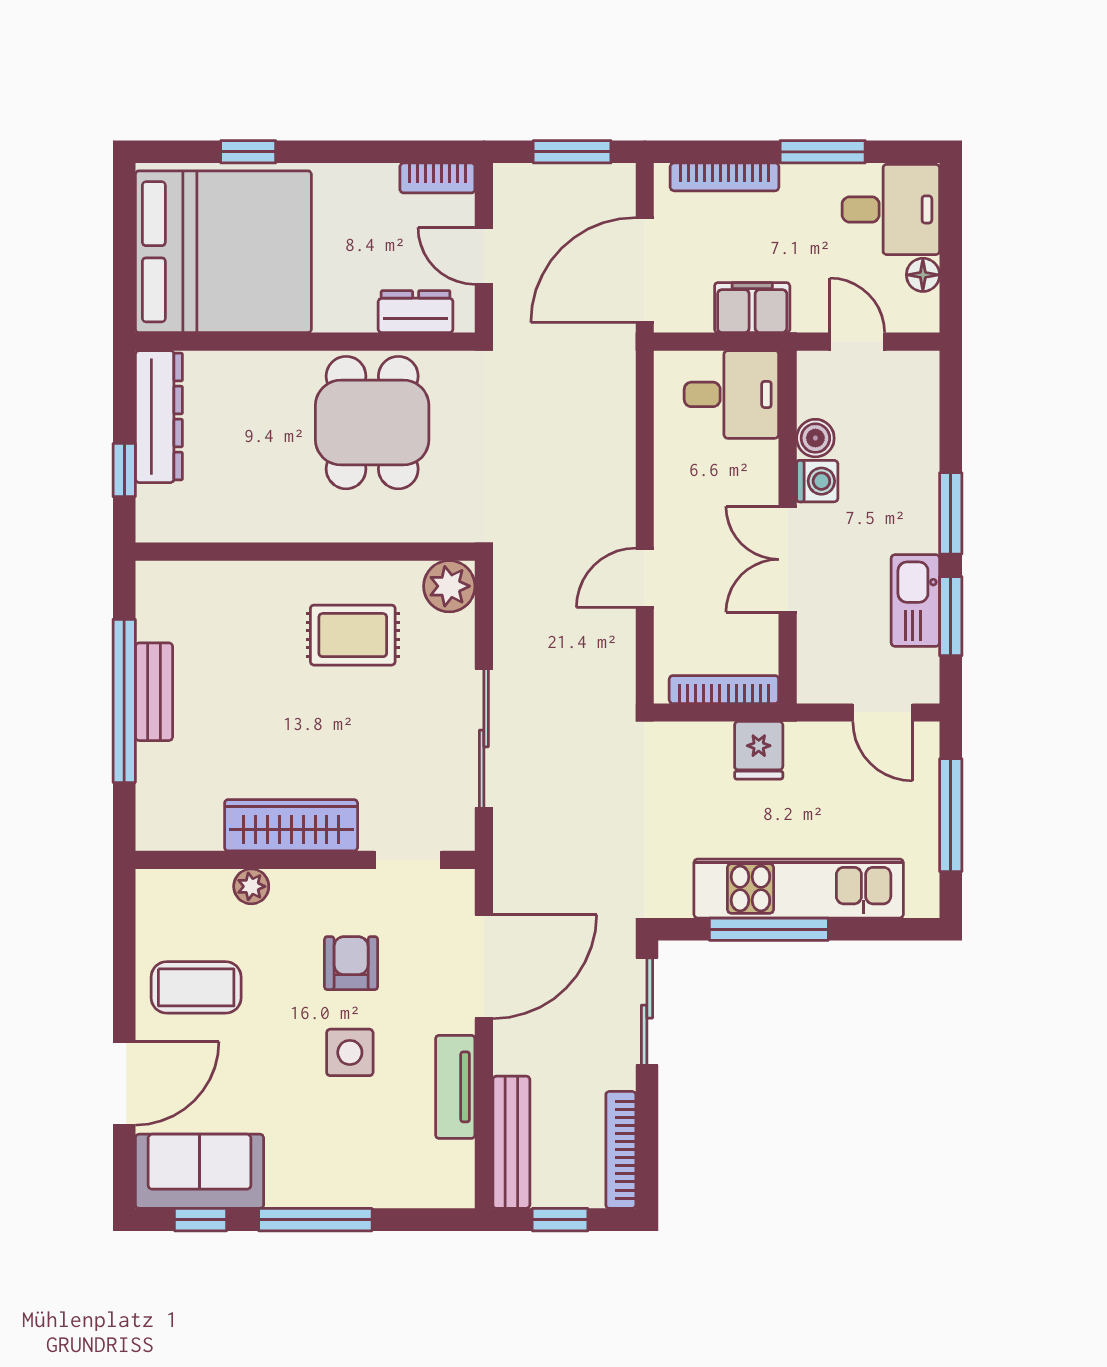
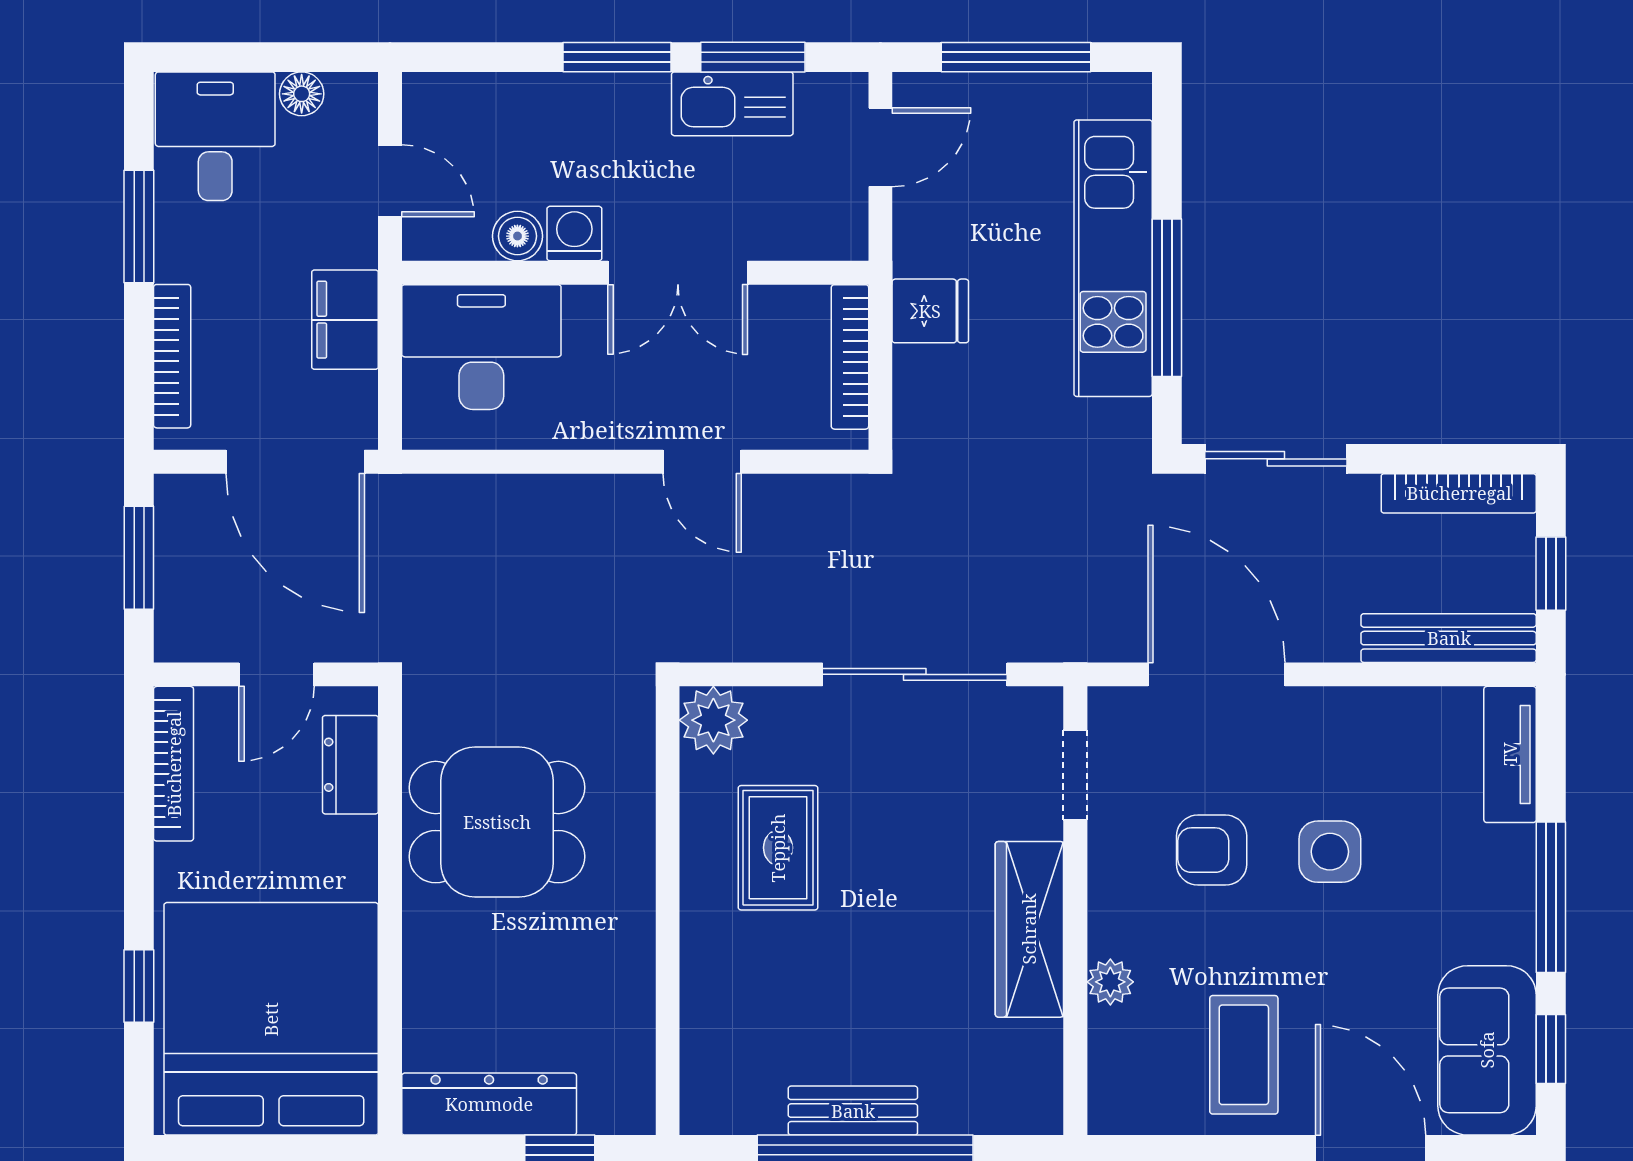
bookcase: (437, 178) -> (174, 764), width x1.56
door: (857, 342) -> (390, 181), swing flipped
desk: (731, 394) -> (481, 347), width x1.37
tv unit: (455, 1087) -> (1510, 754), moved, turned 90

